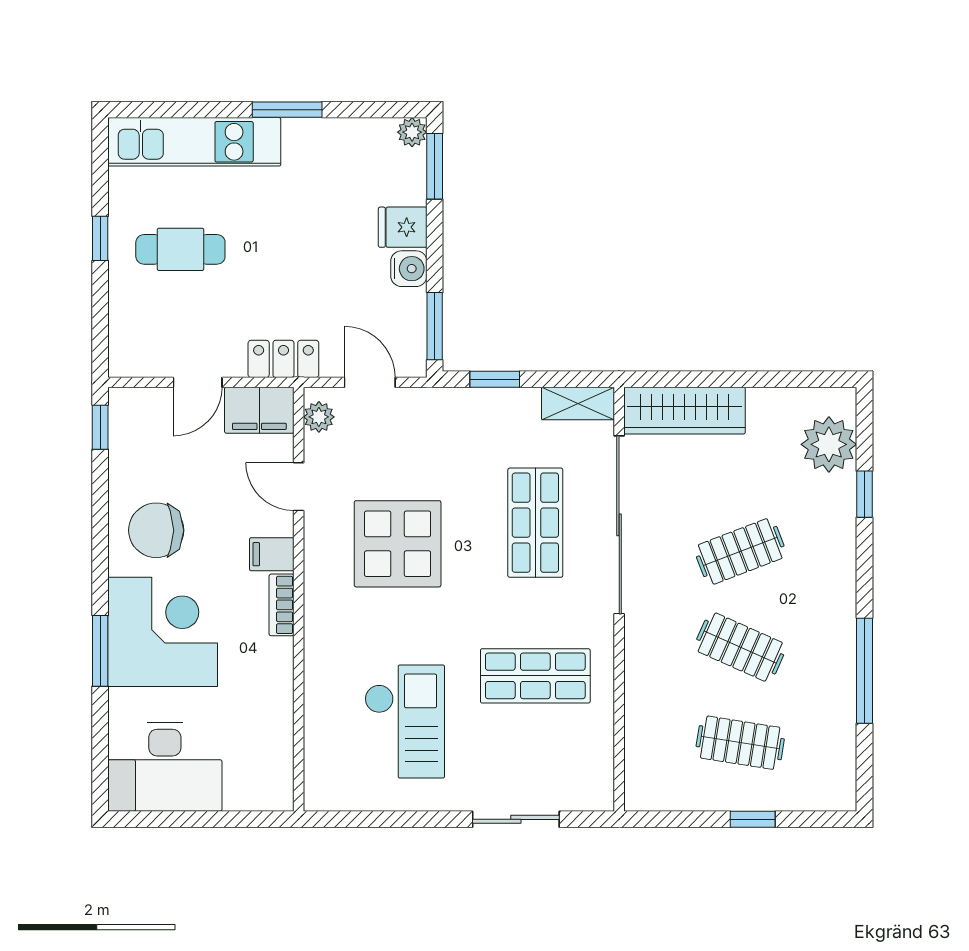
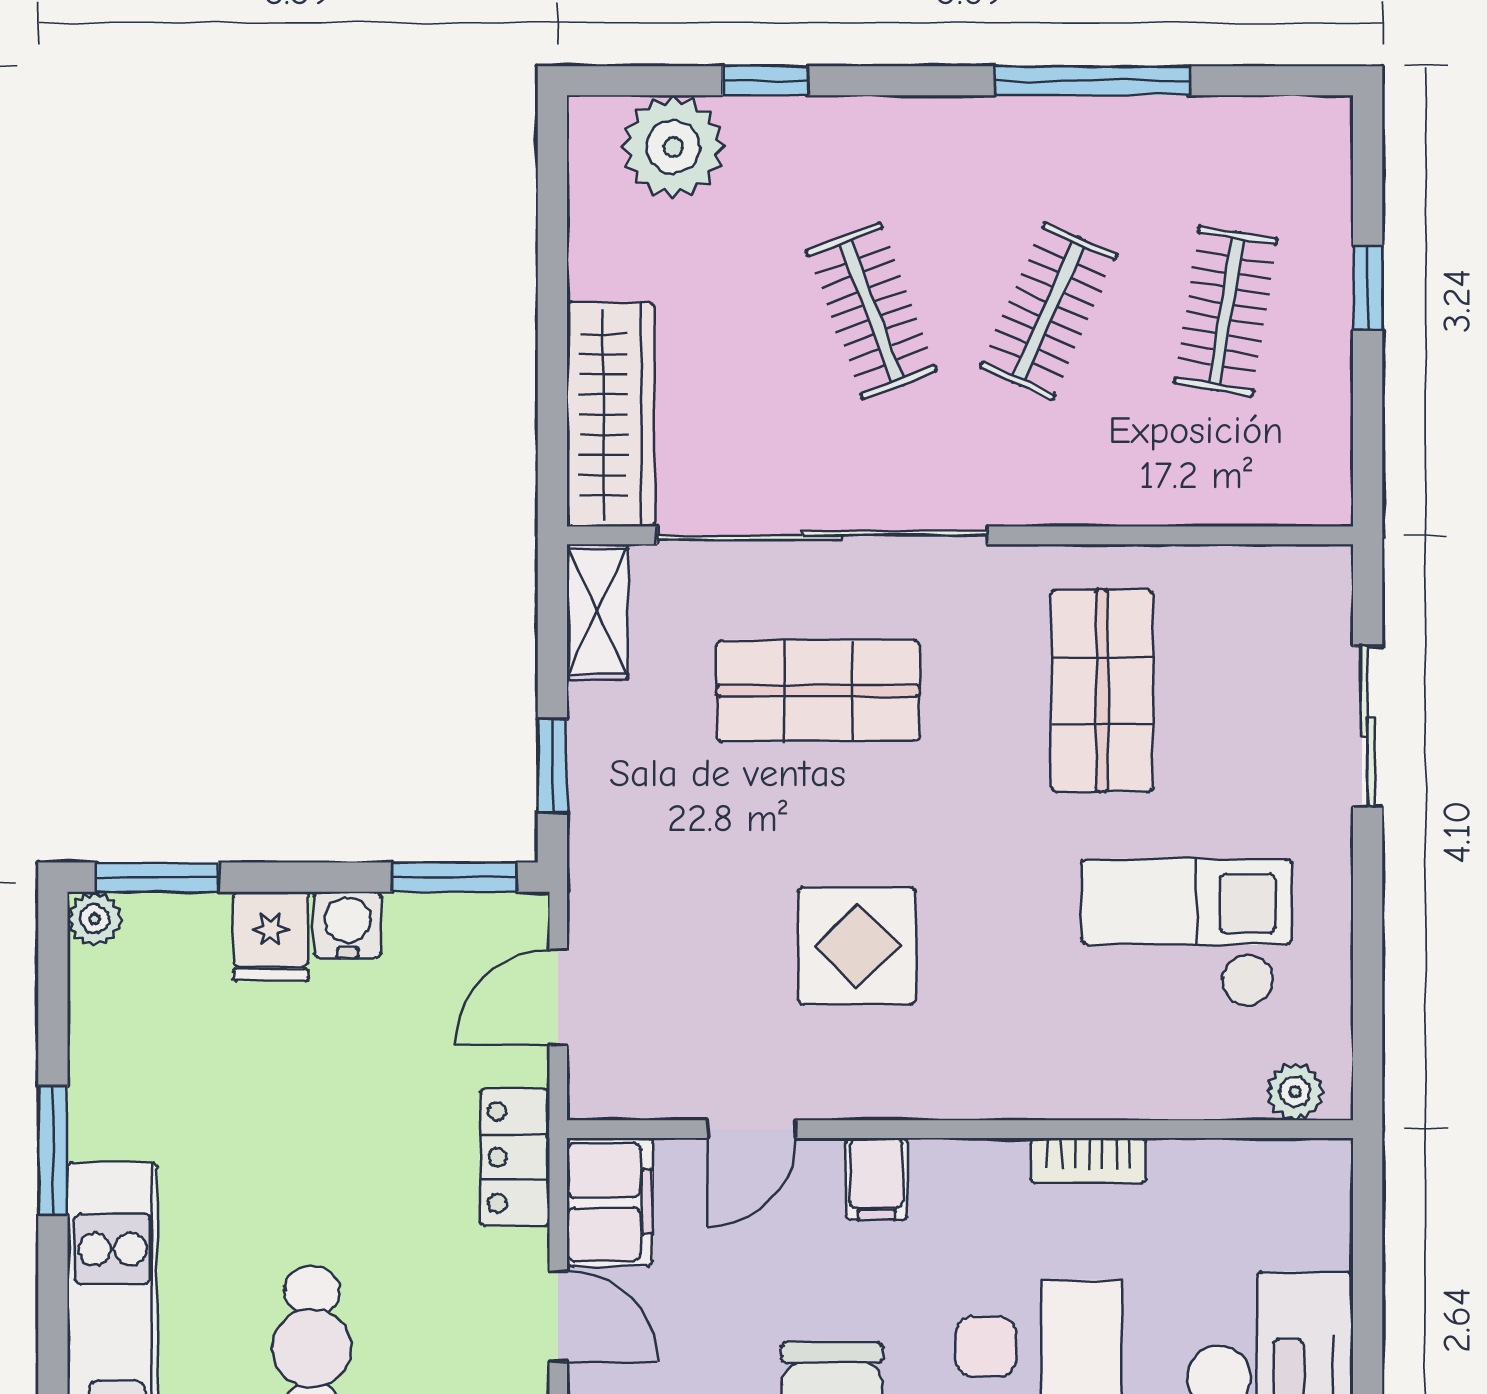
plant: (319, 417) -> (1295, 1092), moved
display table: (398, 544) -> (857, 946), width x0.73, depth x0.73
bookcase: (282, 605) -> (1088, 1161), moved

